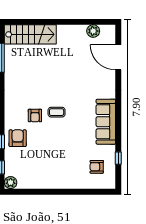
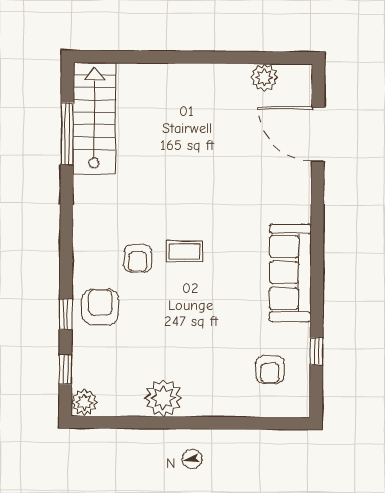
stairs: (30, 34) -> (94, 118), moved, turned -90
armchair: (97, 167) -> (270, 370), turned -90
plant: (47, 180) -> (163, 398), added

